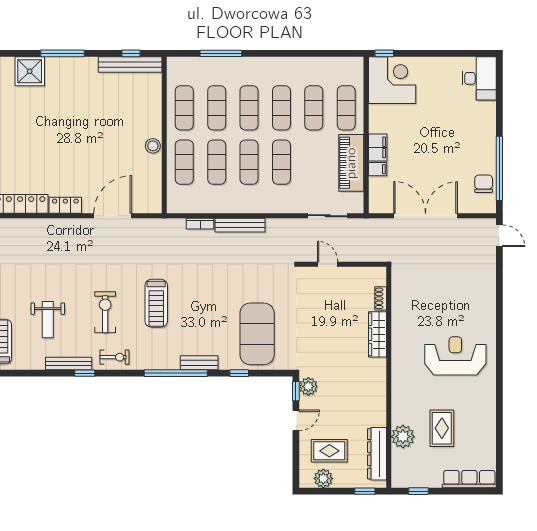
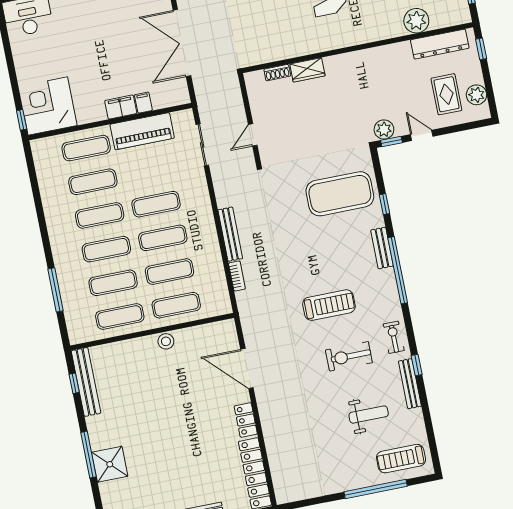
shower: (30, 71) -> (110, 464), moved
wardrobe: (378, 334) -> (307, 70), width x0.67

